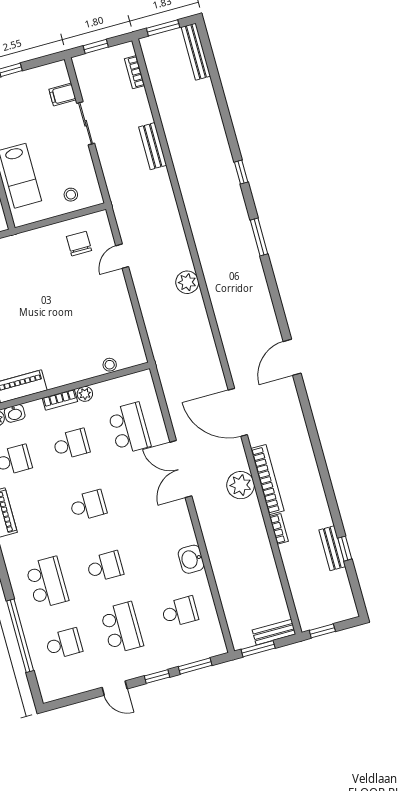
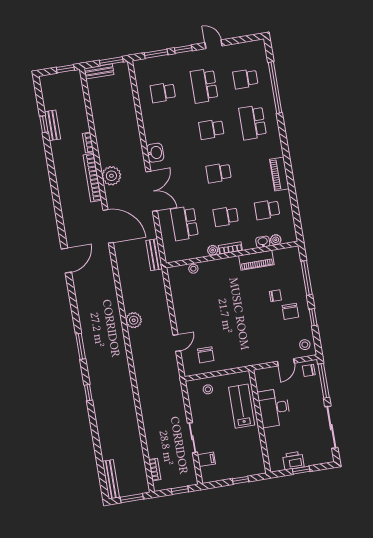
bench: (153, 146) -> (154, 255), moved
washbasin: (191, 559) -> (155, 153), moved

